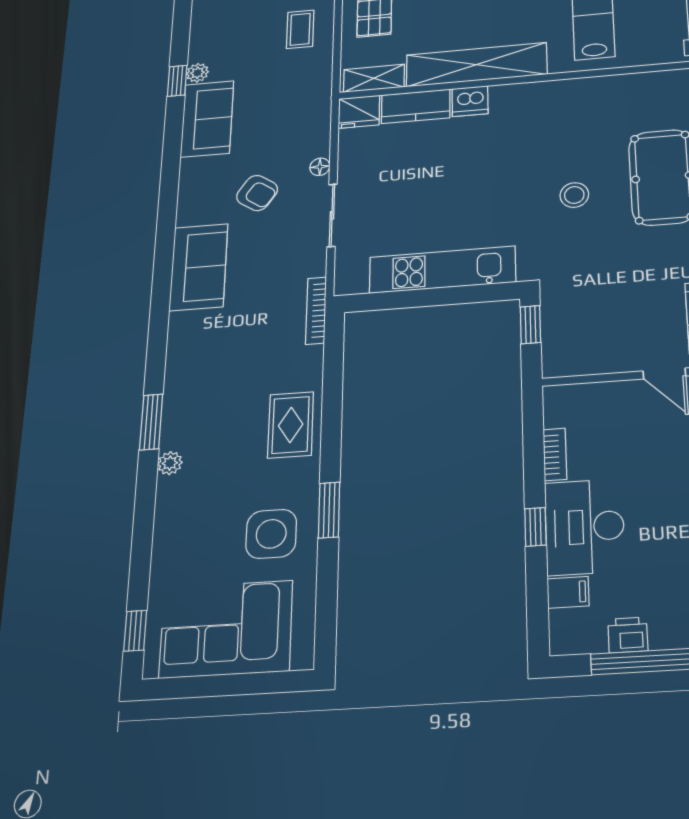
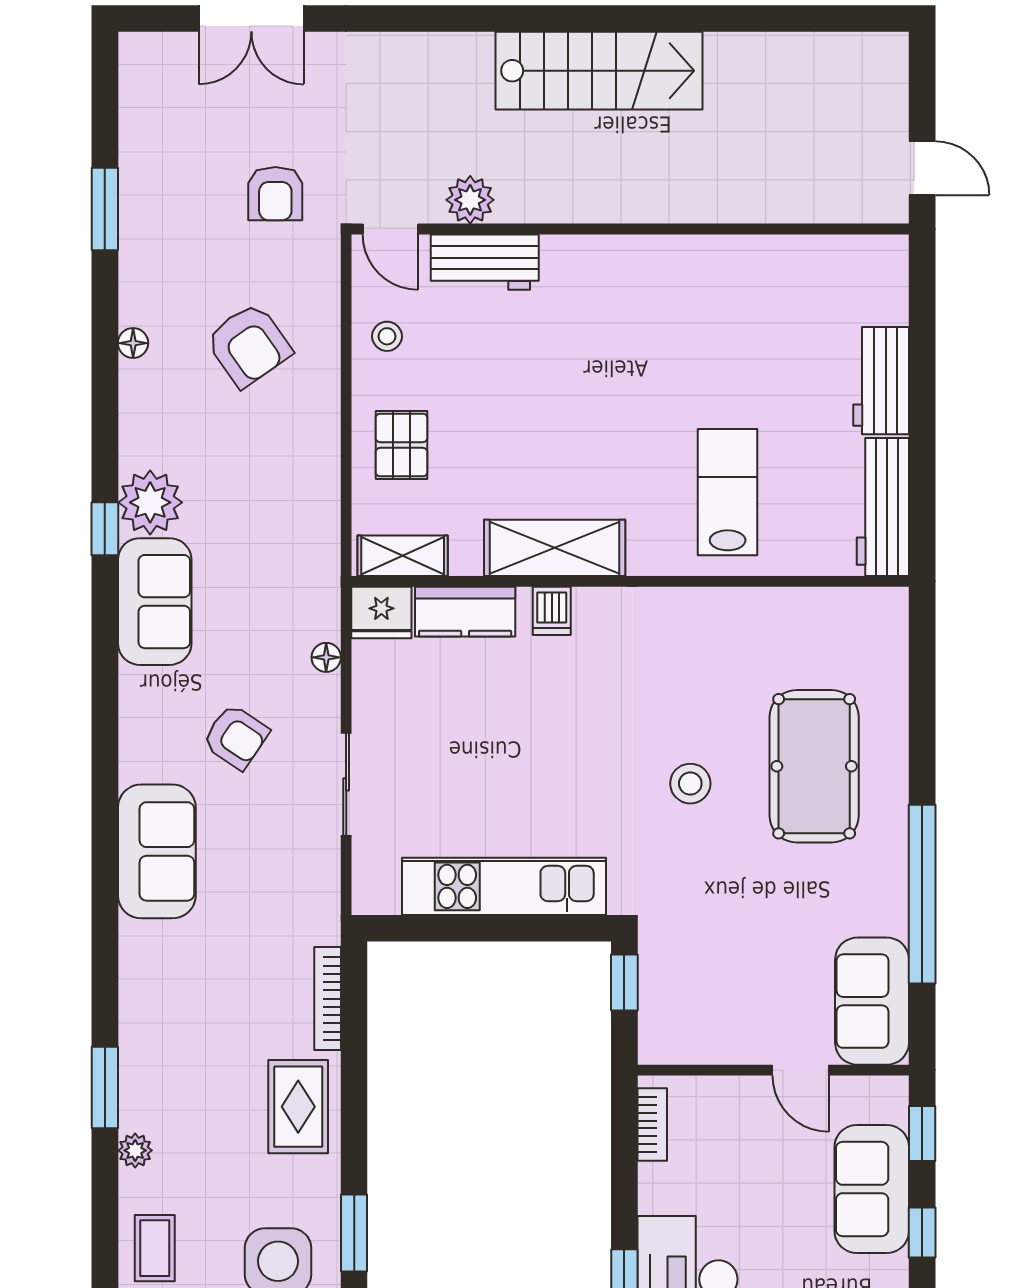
coffee table: (300, 29) -> (155, 1248), moved
shelving: (477, 65) -> (555, 548), width x0.68
plant: (197, 73) -> (150, 502), width x1.88, depth x1.88
dishwasher: (470, 101) -> (552, 611), width x0.73
floor lamp: (320, 167) -> (326, 657), moved
bookcase: (316, 311) -> (328, 999), moved
bookcase: (555, 454) -> (652, 1124), moved

